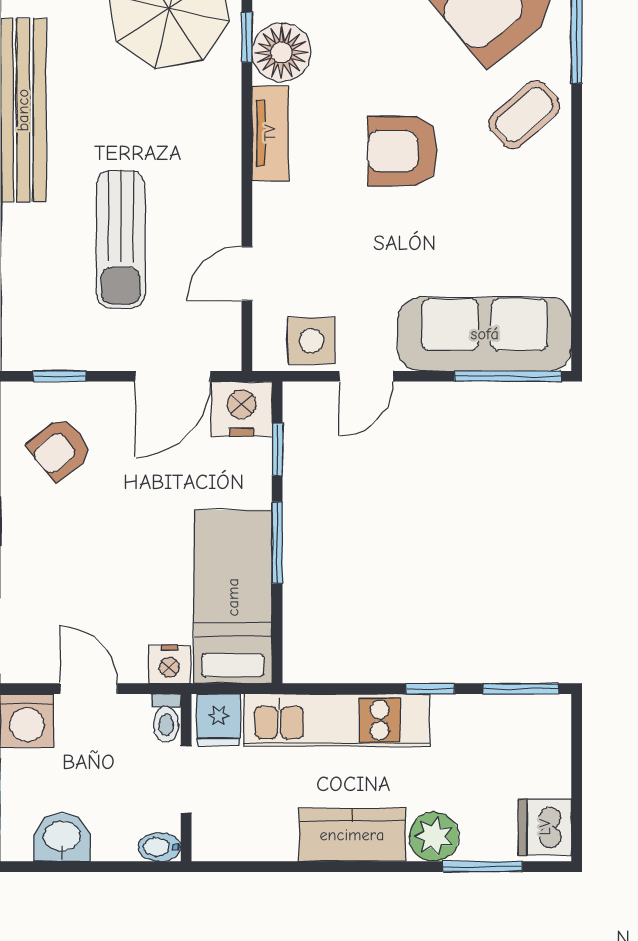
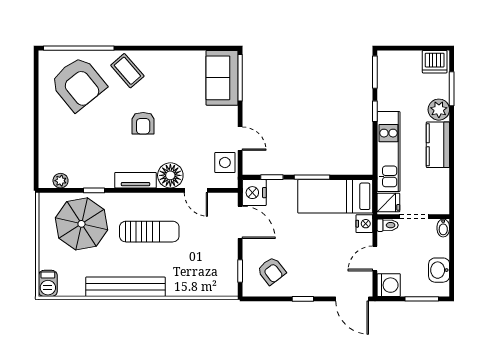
floor lamp: (281, 52) -> (170, 175), moved
armchair: (403, 151) -> (143, 123), width x0.72, depth x0.72
sun lounger: (121, 240) -> (149, 232), moved
sofa: (485, 334) -> (222, 78), width x0.73

